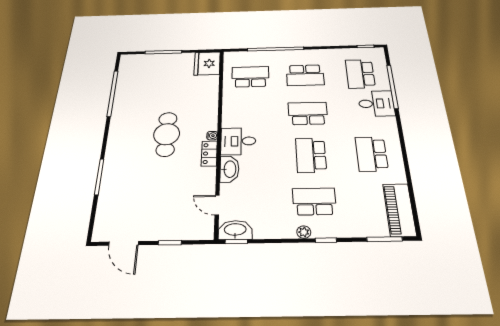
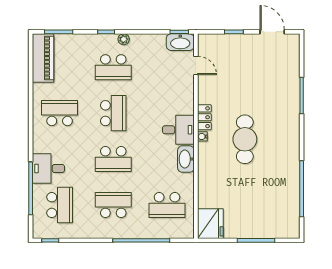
school desk: (371, 154) -> (60, 113), turned -90
washbasin: (229, 169) -> (186, 159), moved

